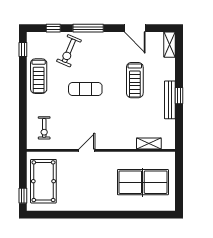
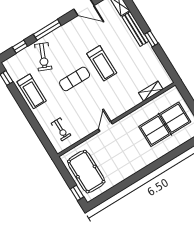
treadmill: (135, 80) -> (102, 63), moved
bench: (170, 100) -> (135, 29), moved

